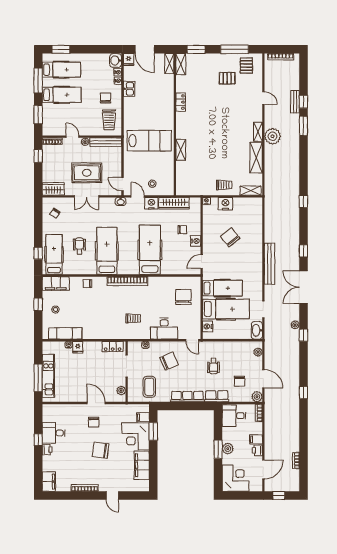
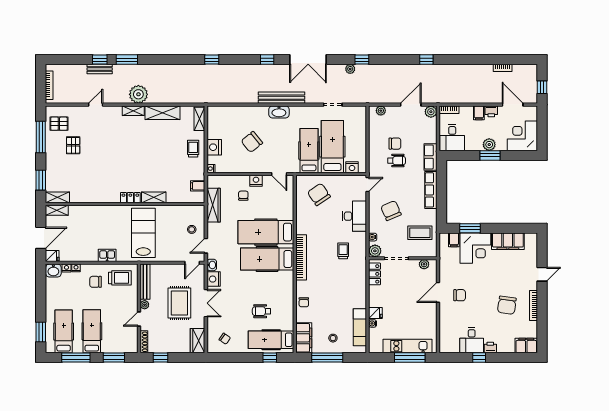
kitchen sink: (129, 89) -> (107, 255), moved
locker: (181, 102) -> (130, 198), moved
filing cabinet: (191, 189) -> (198, 186), added
nightstand: (151, 203) -> (214, 279), moved
hospital bed: (107, 251) -> (267, 259), moved
chair: (183, 297) -> (319, 194), turned 56
window: (38, 304) -> (327, 358), width x2.17
washbasin: (257, 330) -> (279, 112), moved
plant: (133, 347) -> (375, 251), added
chair: (240, 381) -> (395, 144), moved
chair: (101, 450) -> (507, 305), moved

